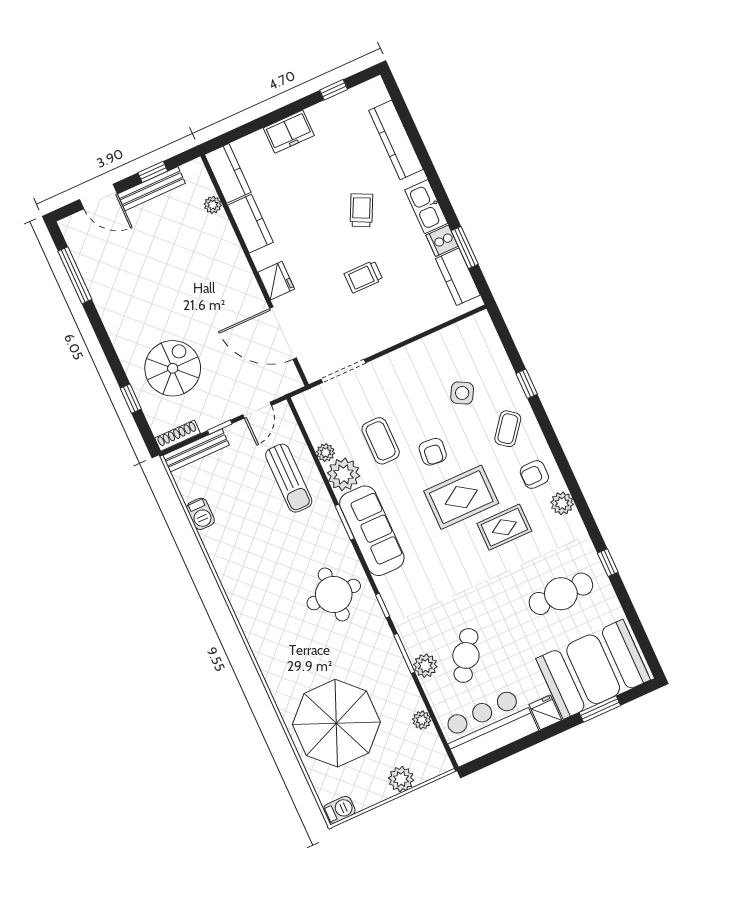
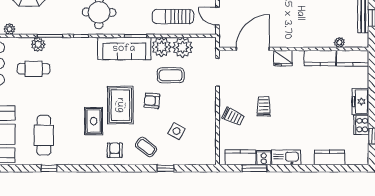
cooker: (324, 114) -> (361, 125), added
kitchen counter: (396, 140) -> (330, 157), width x0.67
trolley: (361, 210) -> (233, 117), moved
plant: (326, 453) -> (183, 47), width x1.88, depth x1.88
plant: (562, 503) -> (92, 158), removed
cafe table: (466, 655) -> (34, 69), turned -33

